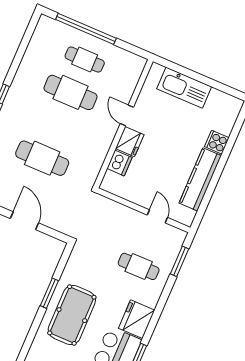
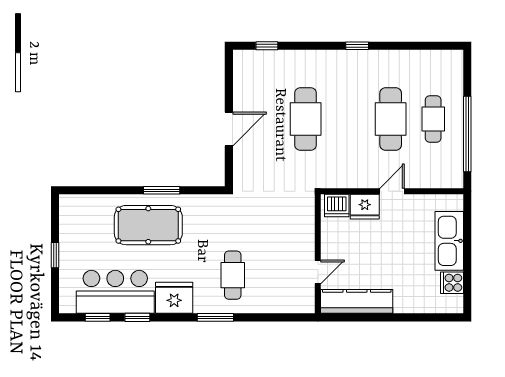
window: (86, 29) -> (467, 134), moved
cooker: (217, 142) -> (452, 283), moved, turned -90
wall: (143, 210) -> (318, 254), moved
door: (157, 216) -> (318, 272), moved
window: (179, 261) -> (215, 317), moved

